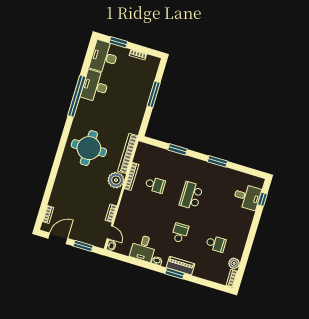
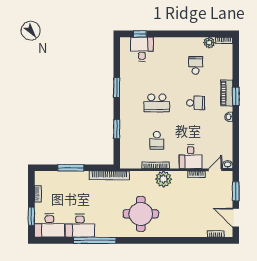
bookcase: (128, 153) -> (109, 175), moved
school desk: (155, 185) -> (157, 140), turned 180
school desk: (180, 233) -> (196, 103), turned 180
desk: (143, 248) -> (191, 157), moved, turned 90

